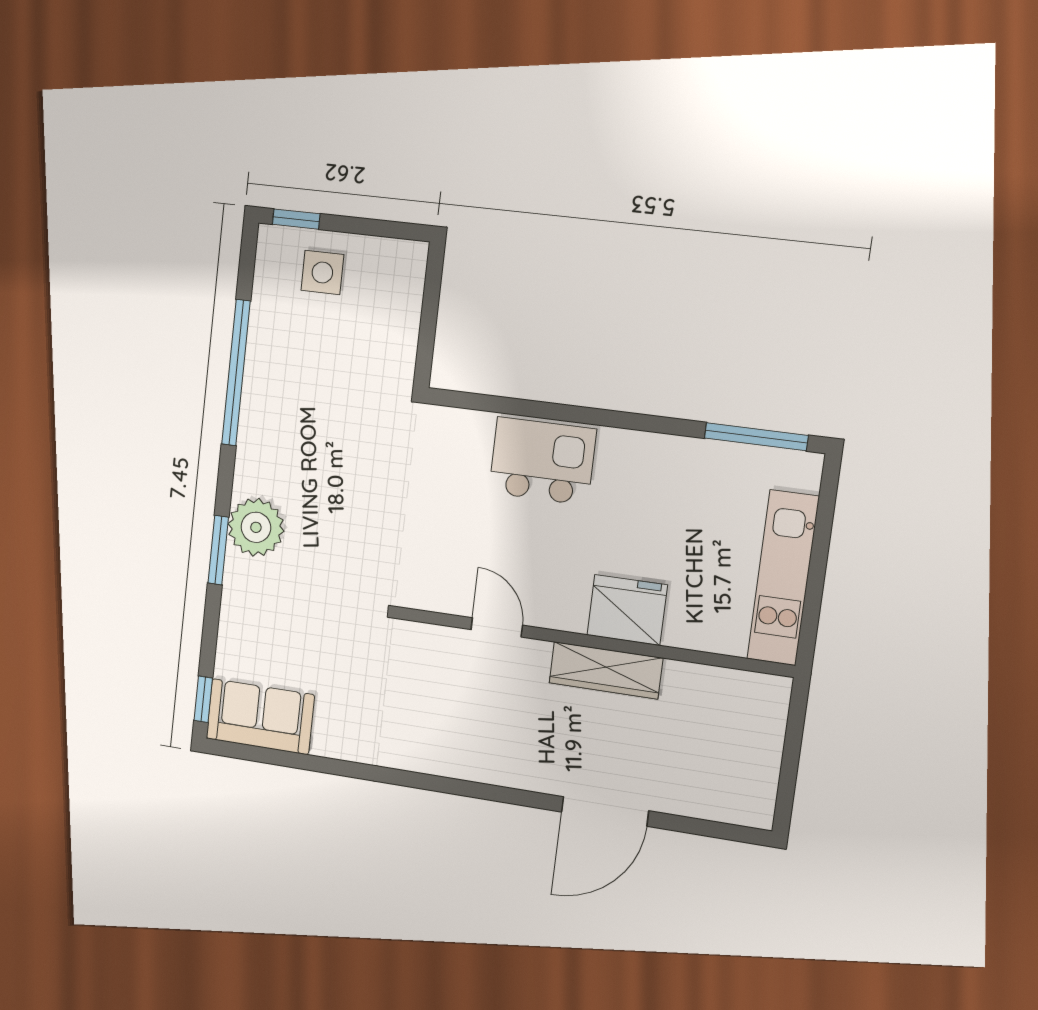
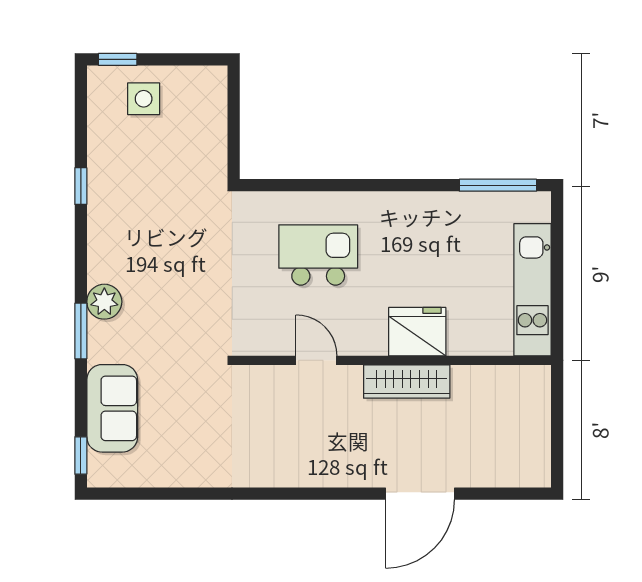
window: (236, 373) -> (81, 186), width x0.32
kitchen island: (542, 461) -> (318, 255), moved
plant: (256, 527) -> (104, 302), width x0.73, depth x0.73
sofa: (260, 717) -> (112, 408), moved, turned 90

